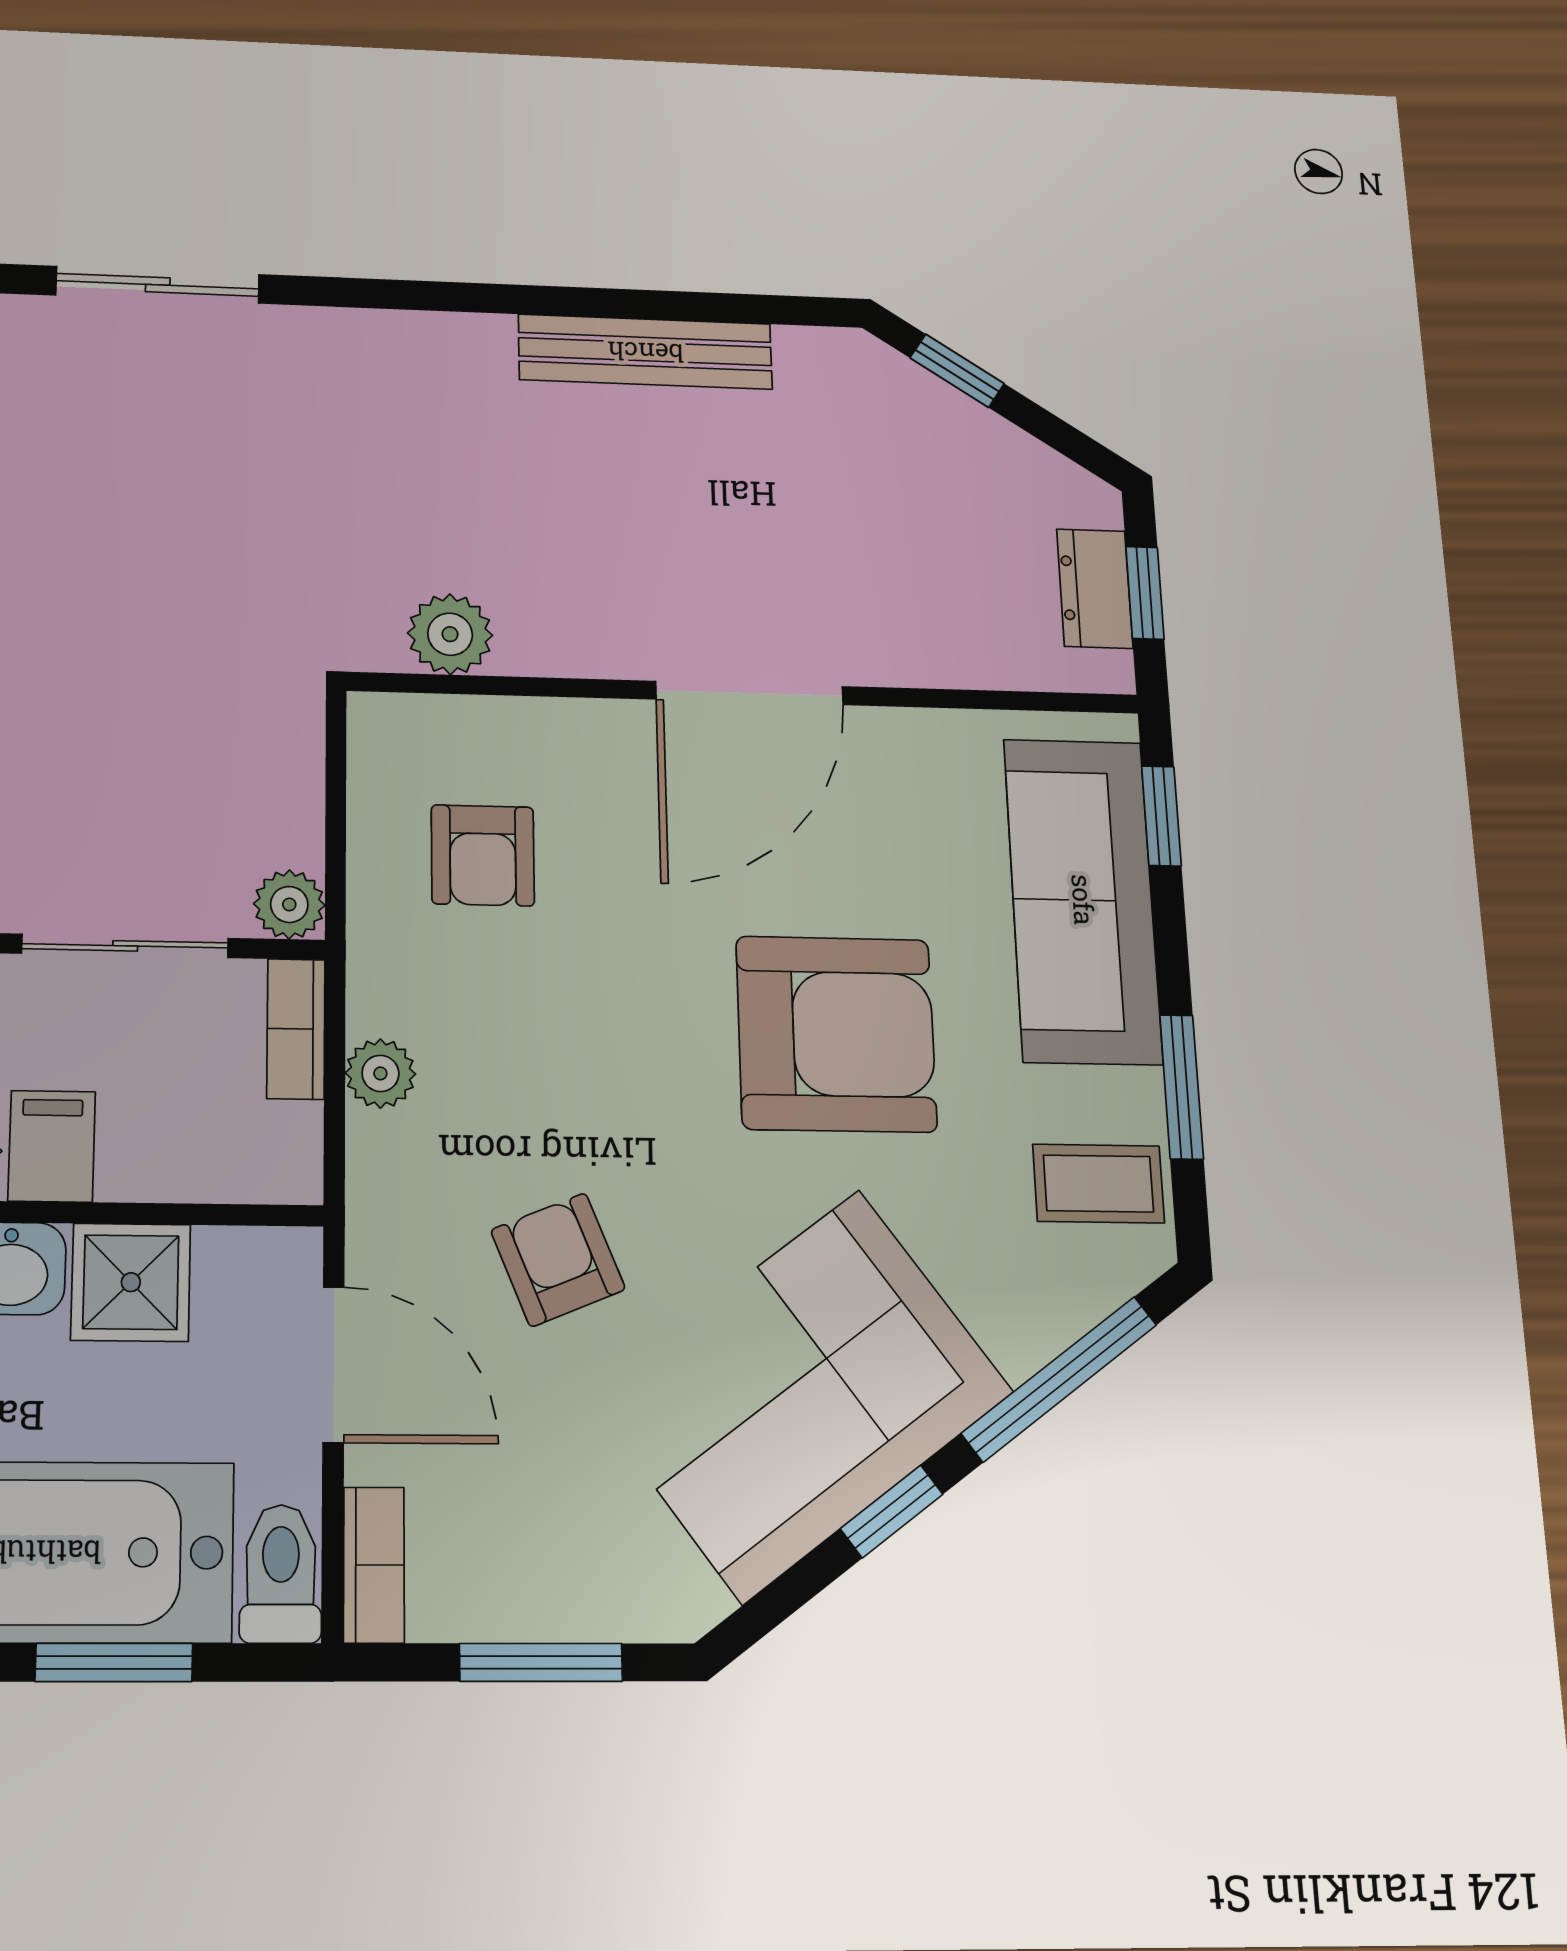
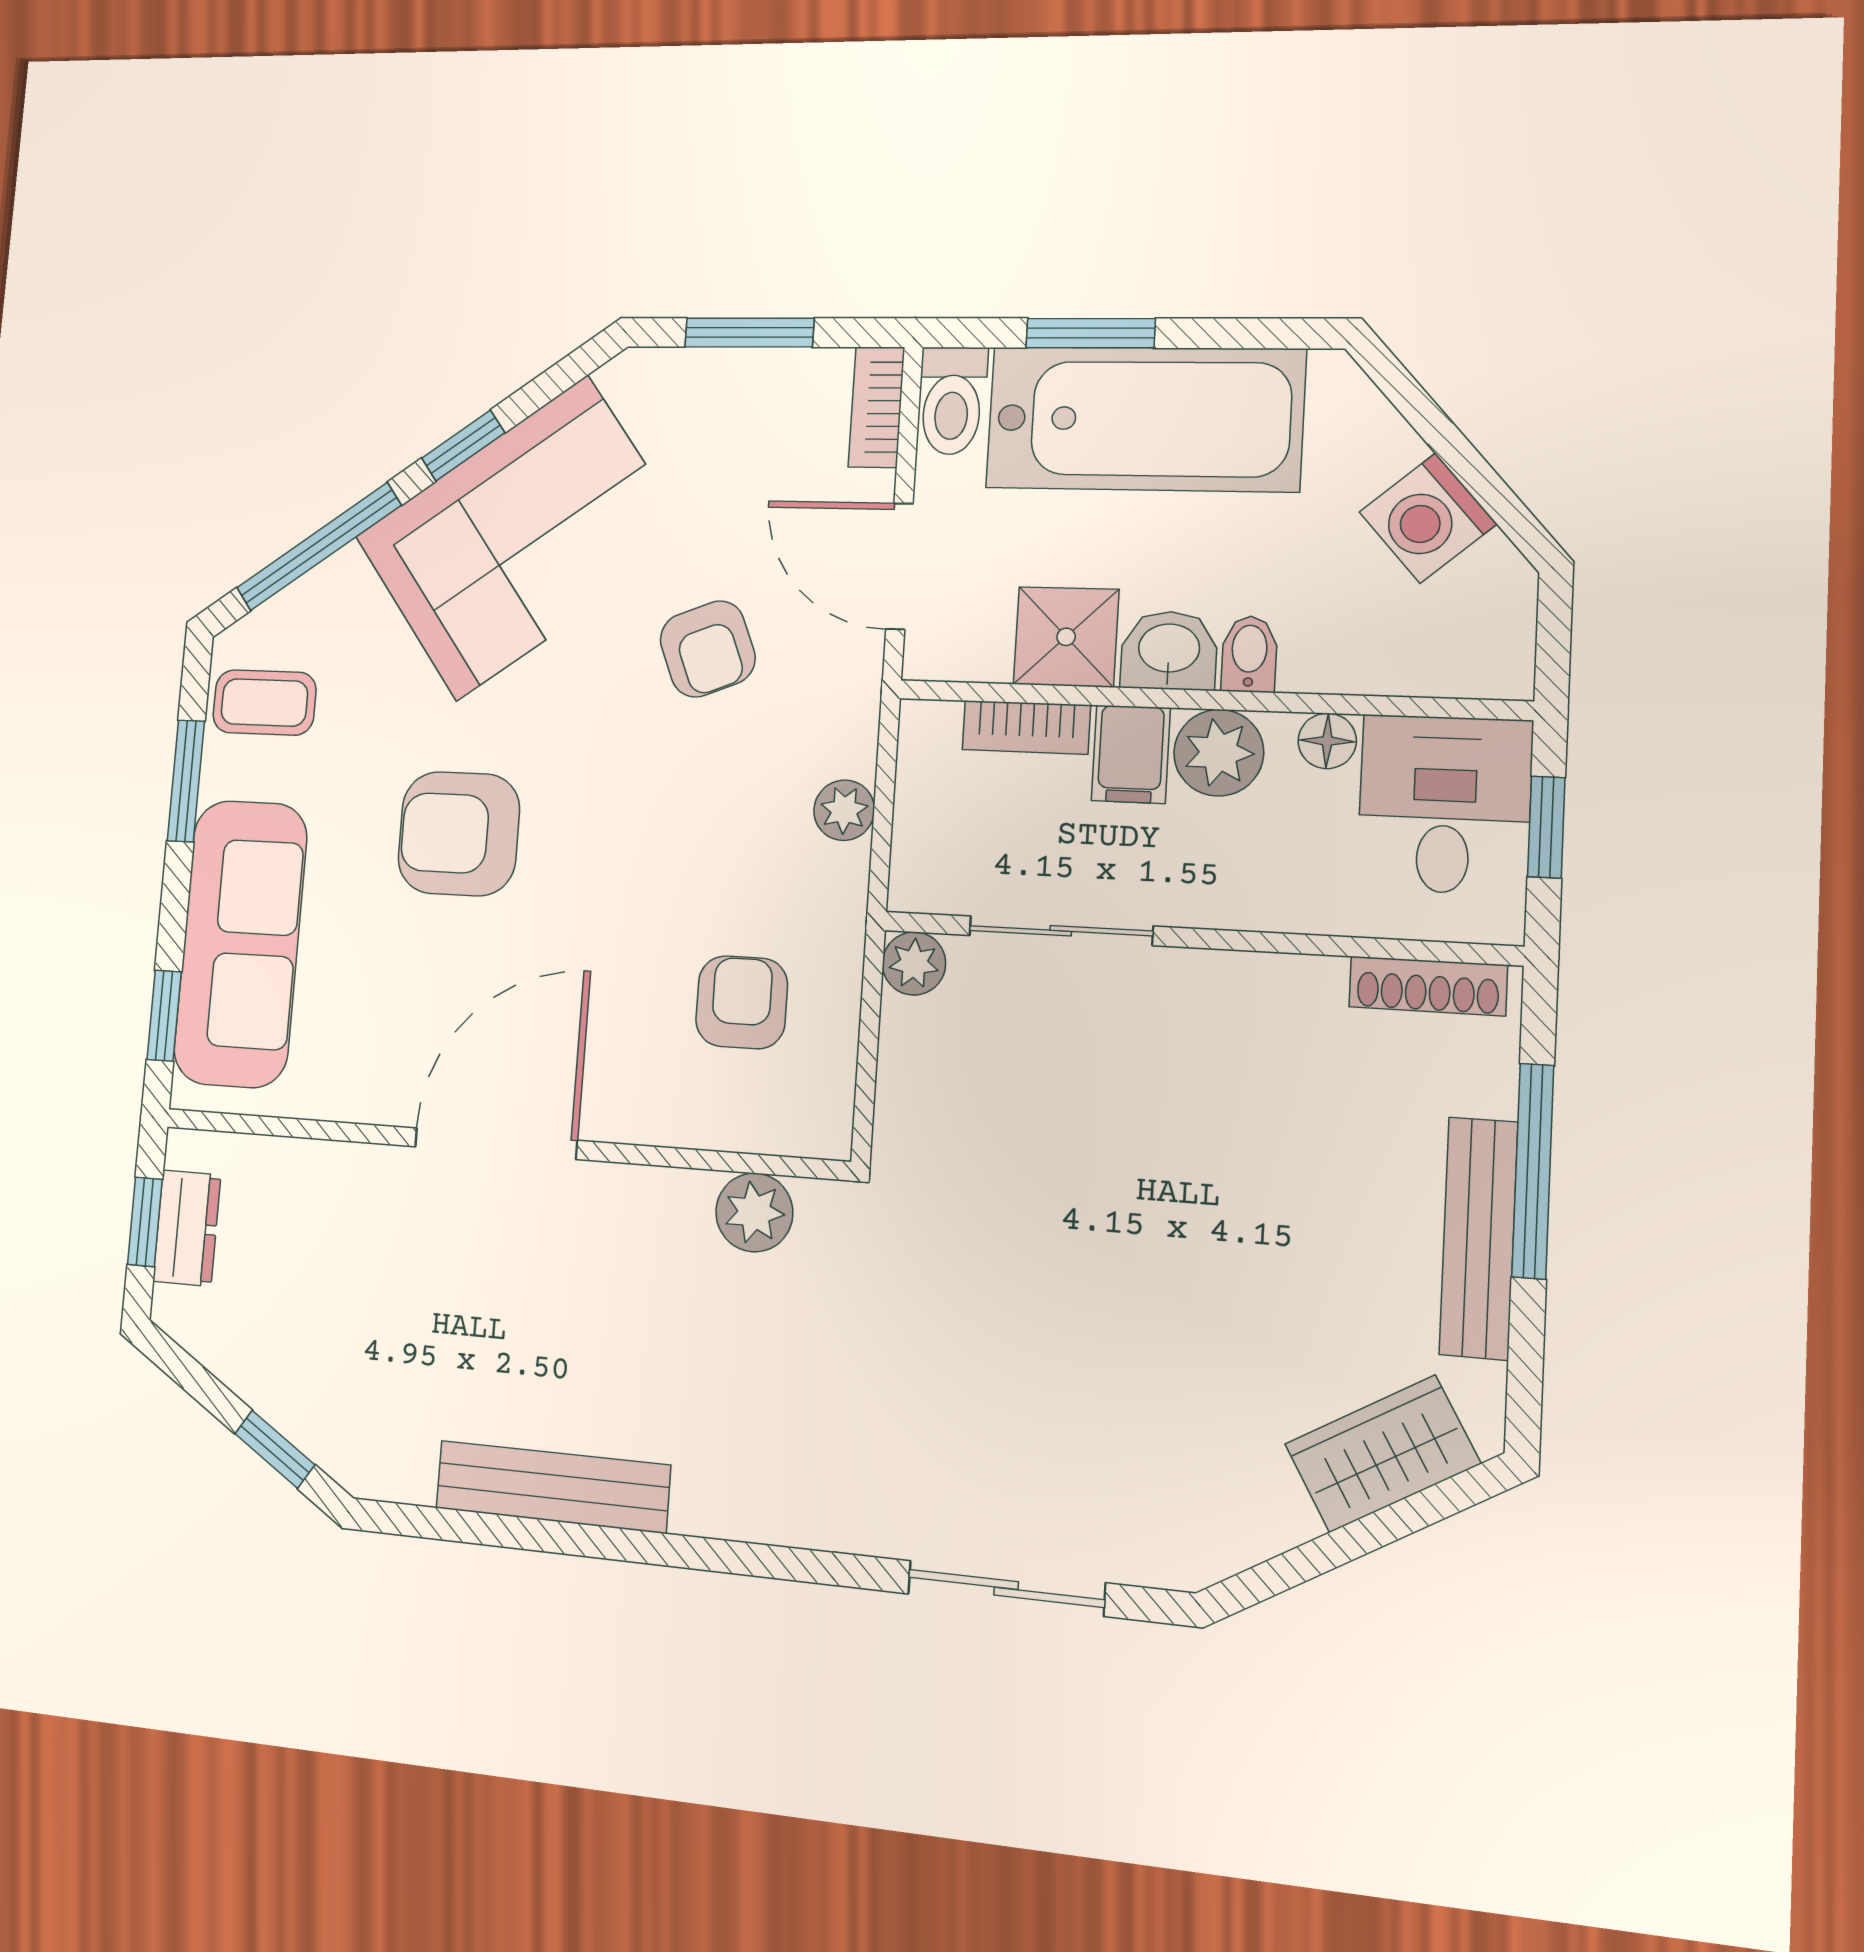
bookcase: (296, 1029) -> (1026, 727), moved, turned 90
armchair: (836, 1034) -> (459, 834), width x0.73, depth x0.73

